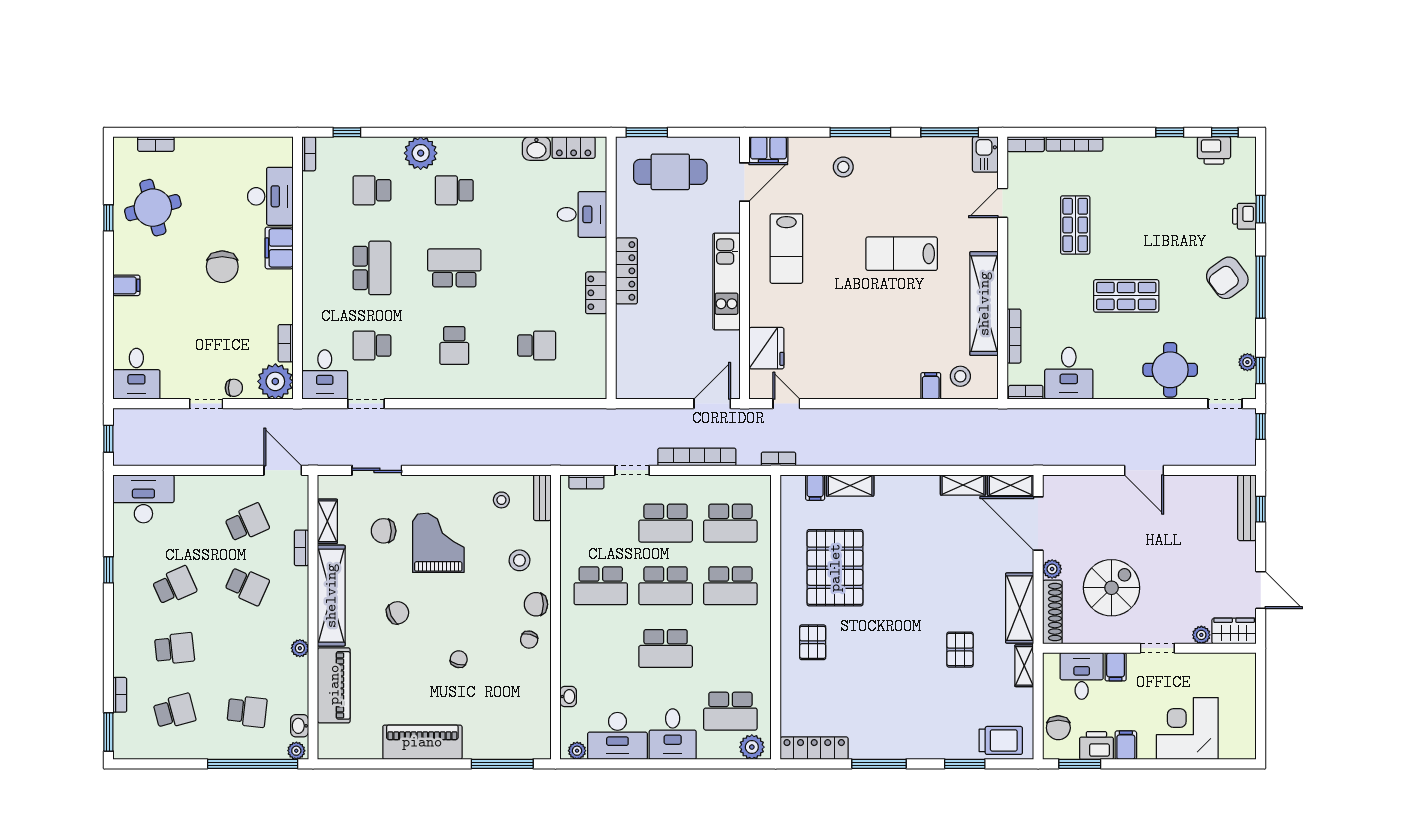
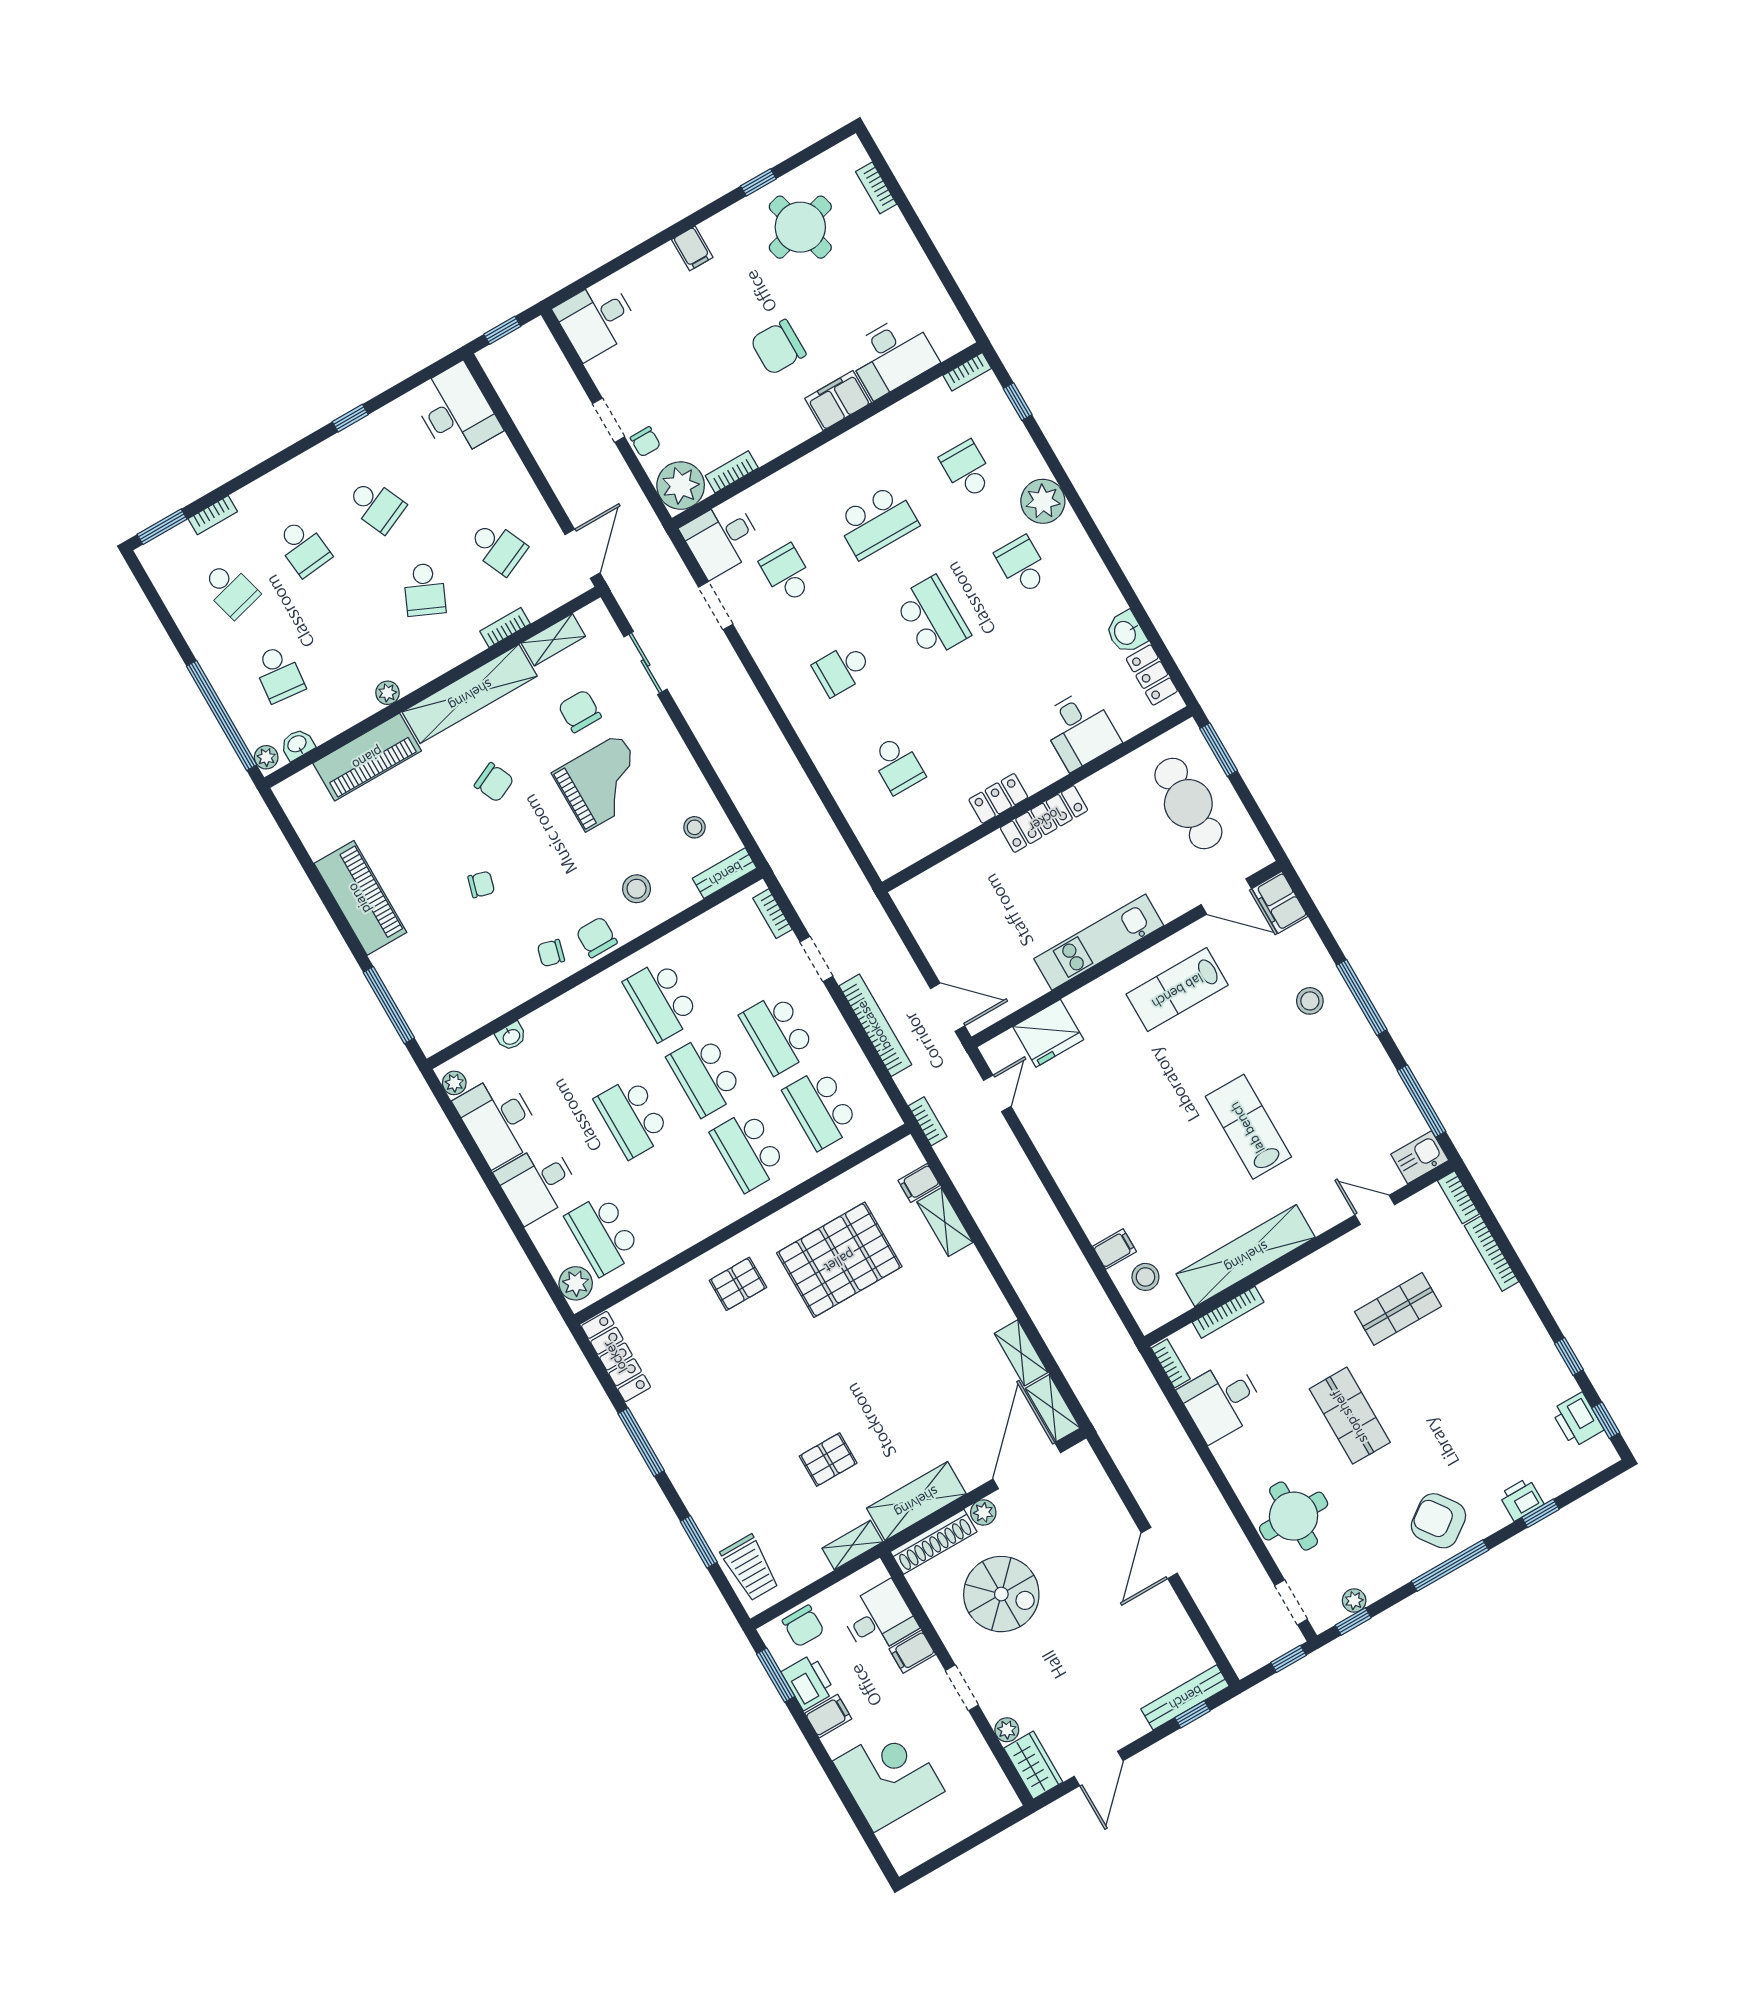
chair: (1058, 728) -> (803, 1626), turned -90

